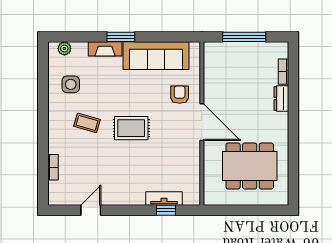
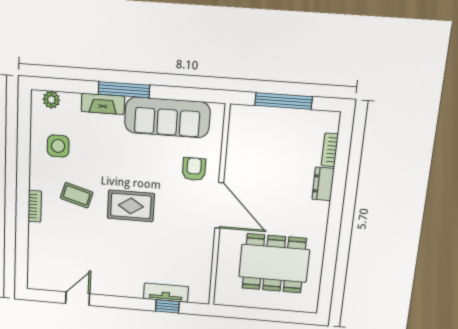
window: (121, 37) -> (124, 90), width x1.44
bookcase: (53, 167) -> (35, 206), moved

